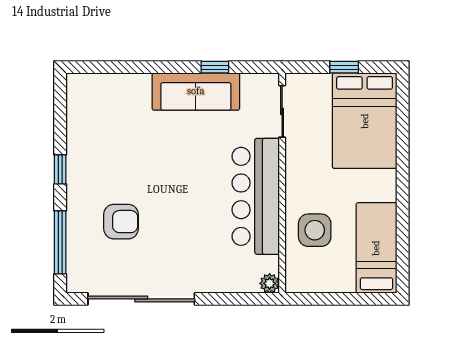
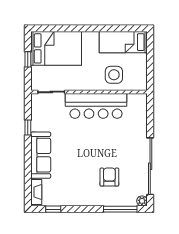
fireplace: (93, 83) -> (36, 192), added
sofa: (196, 91) -> (41, 155), moved
window: (60, 169) -> (53, 209), moved
plant: (270, 283) -> (142, 201), moved

